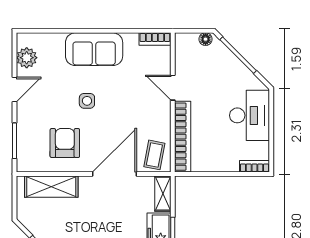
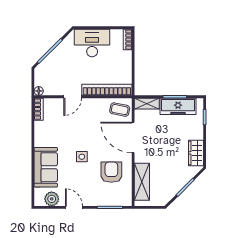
floor lamp: (206, 39) -> (39, 91), moved
sofa: (94, 49) -> (46, 167), moved
armchair: (65, 143) -> (111, 172), turned 90

